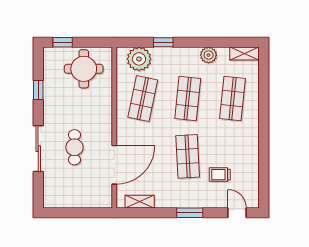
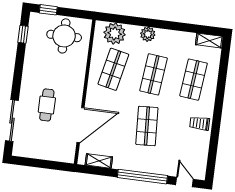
window: (163, 42) -> (138, 21), removed
plant: (209, 55) -> (148, 34), moved
window: (38, 90) -> (23, 34), moved
sliding door: (38, 149) -> (12, 121), moved
trolley: (220, 175) -> (200, 123), moved
window: (190, 213) -> (142, 177), width x2.11

